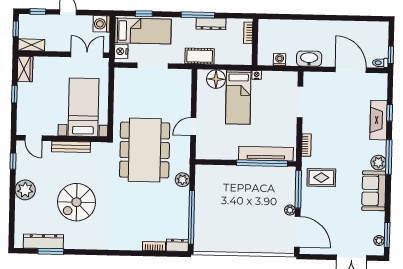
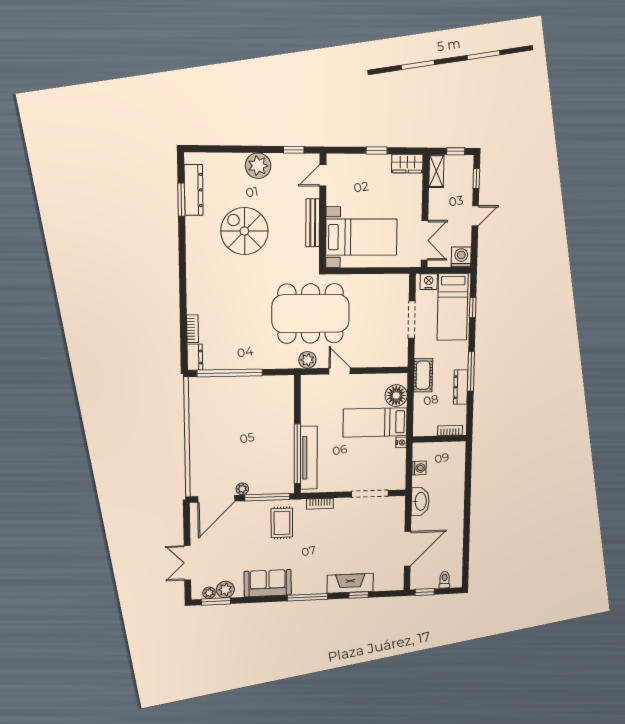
toilet: (380, 63) -> (445, 580), moved
plant: (378, 163) -> (225, 590), moved
plant: (182, 180) -> (307, 360), moved

